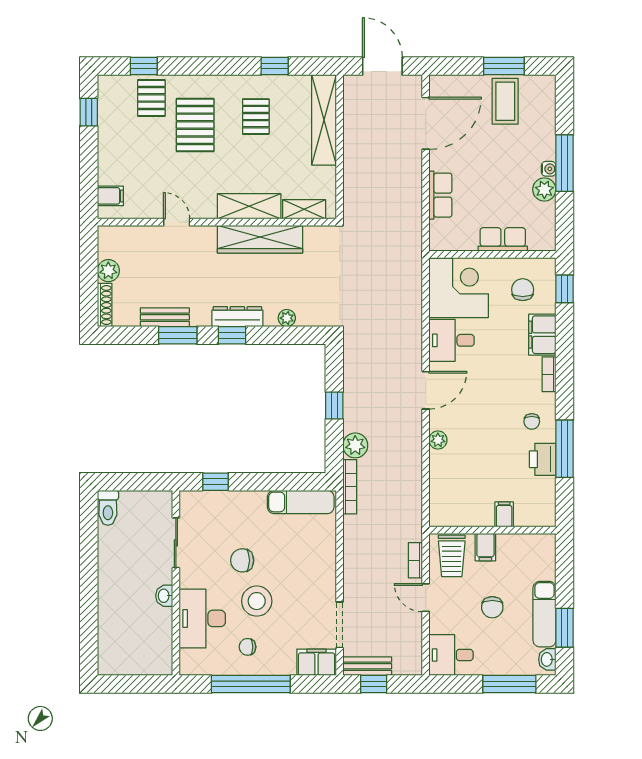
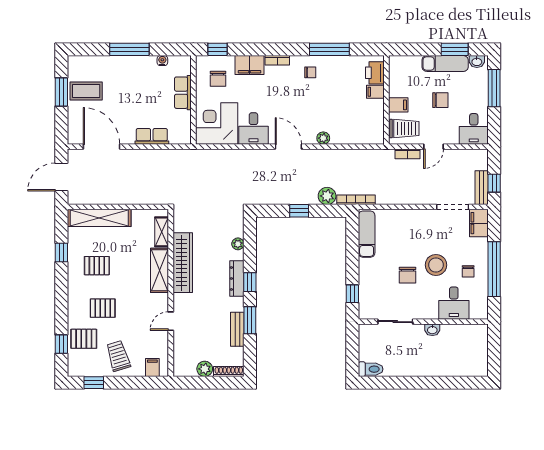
pallet: (195, 125) -> (103, 308), width x0.67, depth x0.71
trolley: (127, 147) -> (118, 356), added
water cooler: (549, 169) -> (162, 61), moved
plant: (544, 190) -> (148, 64), removed
chair: (523, 290) -> (218, 79), turned -90
printer: (543, 459) -> (375, 73), moved, turned 90
desk: (202, 618) -> (454, 303), width x0.73

